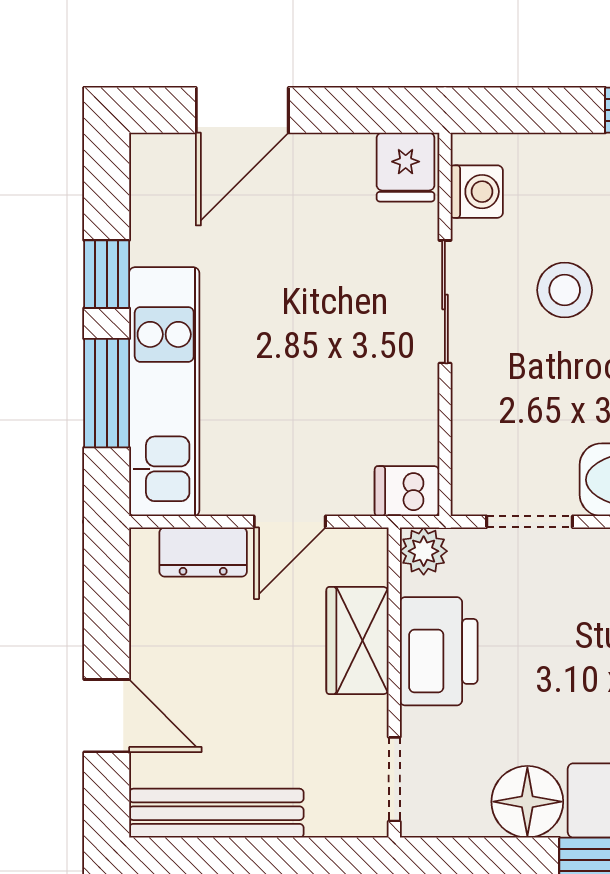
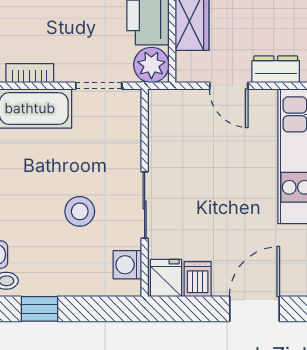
dishwasher: (407, 491) -> (198, 279), moved, turned -90
door: (290, 522) -> (229, 86), swing flipped
plant: (424, 551) -> (151, 65), width x1.38, depth x1.38

